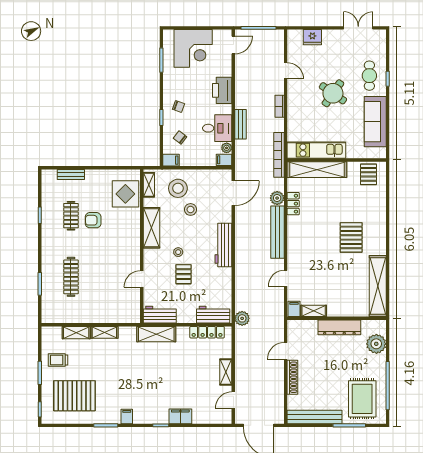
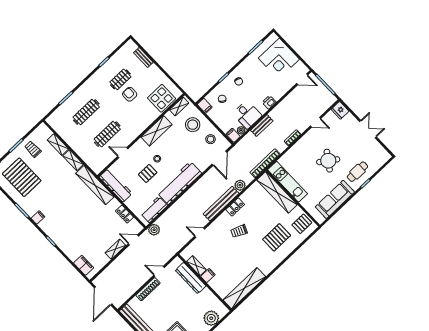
double door: (358, 28) -> (368, 129), moved
fridge: (312, 37) -> (340, 110), moved
door: (286, 71) -> (316, 122), hinge flipped
printer: (222, 90) -> (269, 102), width x0.53, depth x0.68
door: (233, 193) -> (219, 158), hinge flipped
locker: (293, 204) -> (235, 207), moved
stool: (191, 209) -> (211, 139), moved
pallet: (351, 237) -> (277, 237), moved
trolley: (319, 240) -> (239, 231), added
workbench: (223, 245) -> (179, 183), width x1.36, depth x1.32
clothes rail: (110, 277) -> (107, 134), added
filing cabinet: (294, 309) -> (208, 276), moved
workbench: (160, 315) -> (116, 185), width x1.38
workbench: (213, 315) -> (154, 210), moved, turned -90
dresser: (339, 327) -> (191, 278), moved
locker: (207, 332) -> (124, 214), width x0.66
shelving: (156, 334) -> (95, 185), width x1.47
door: (233, 400) -> (133, 240), moved
filing cabinet: (180, 416) -> (84, 265), moved

